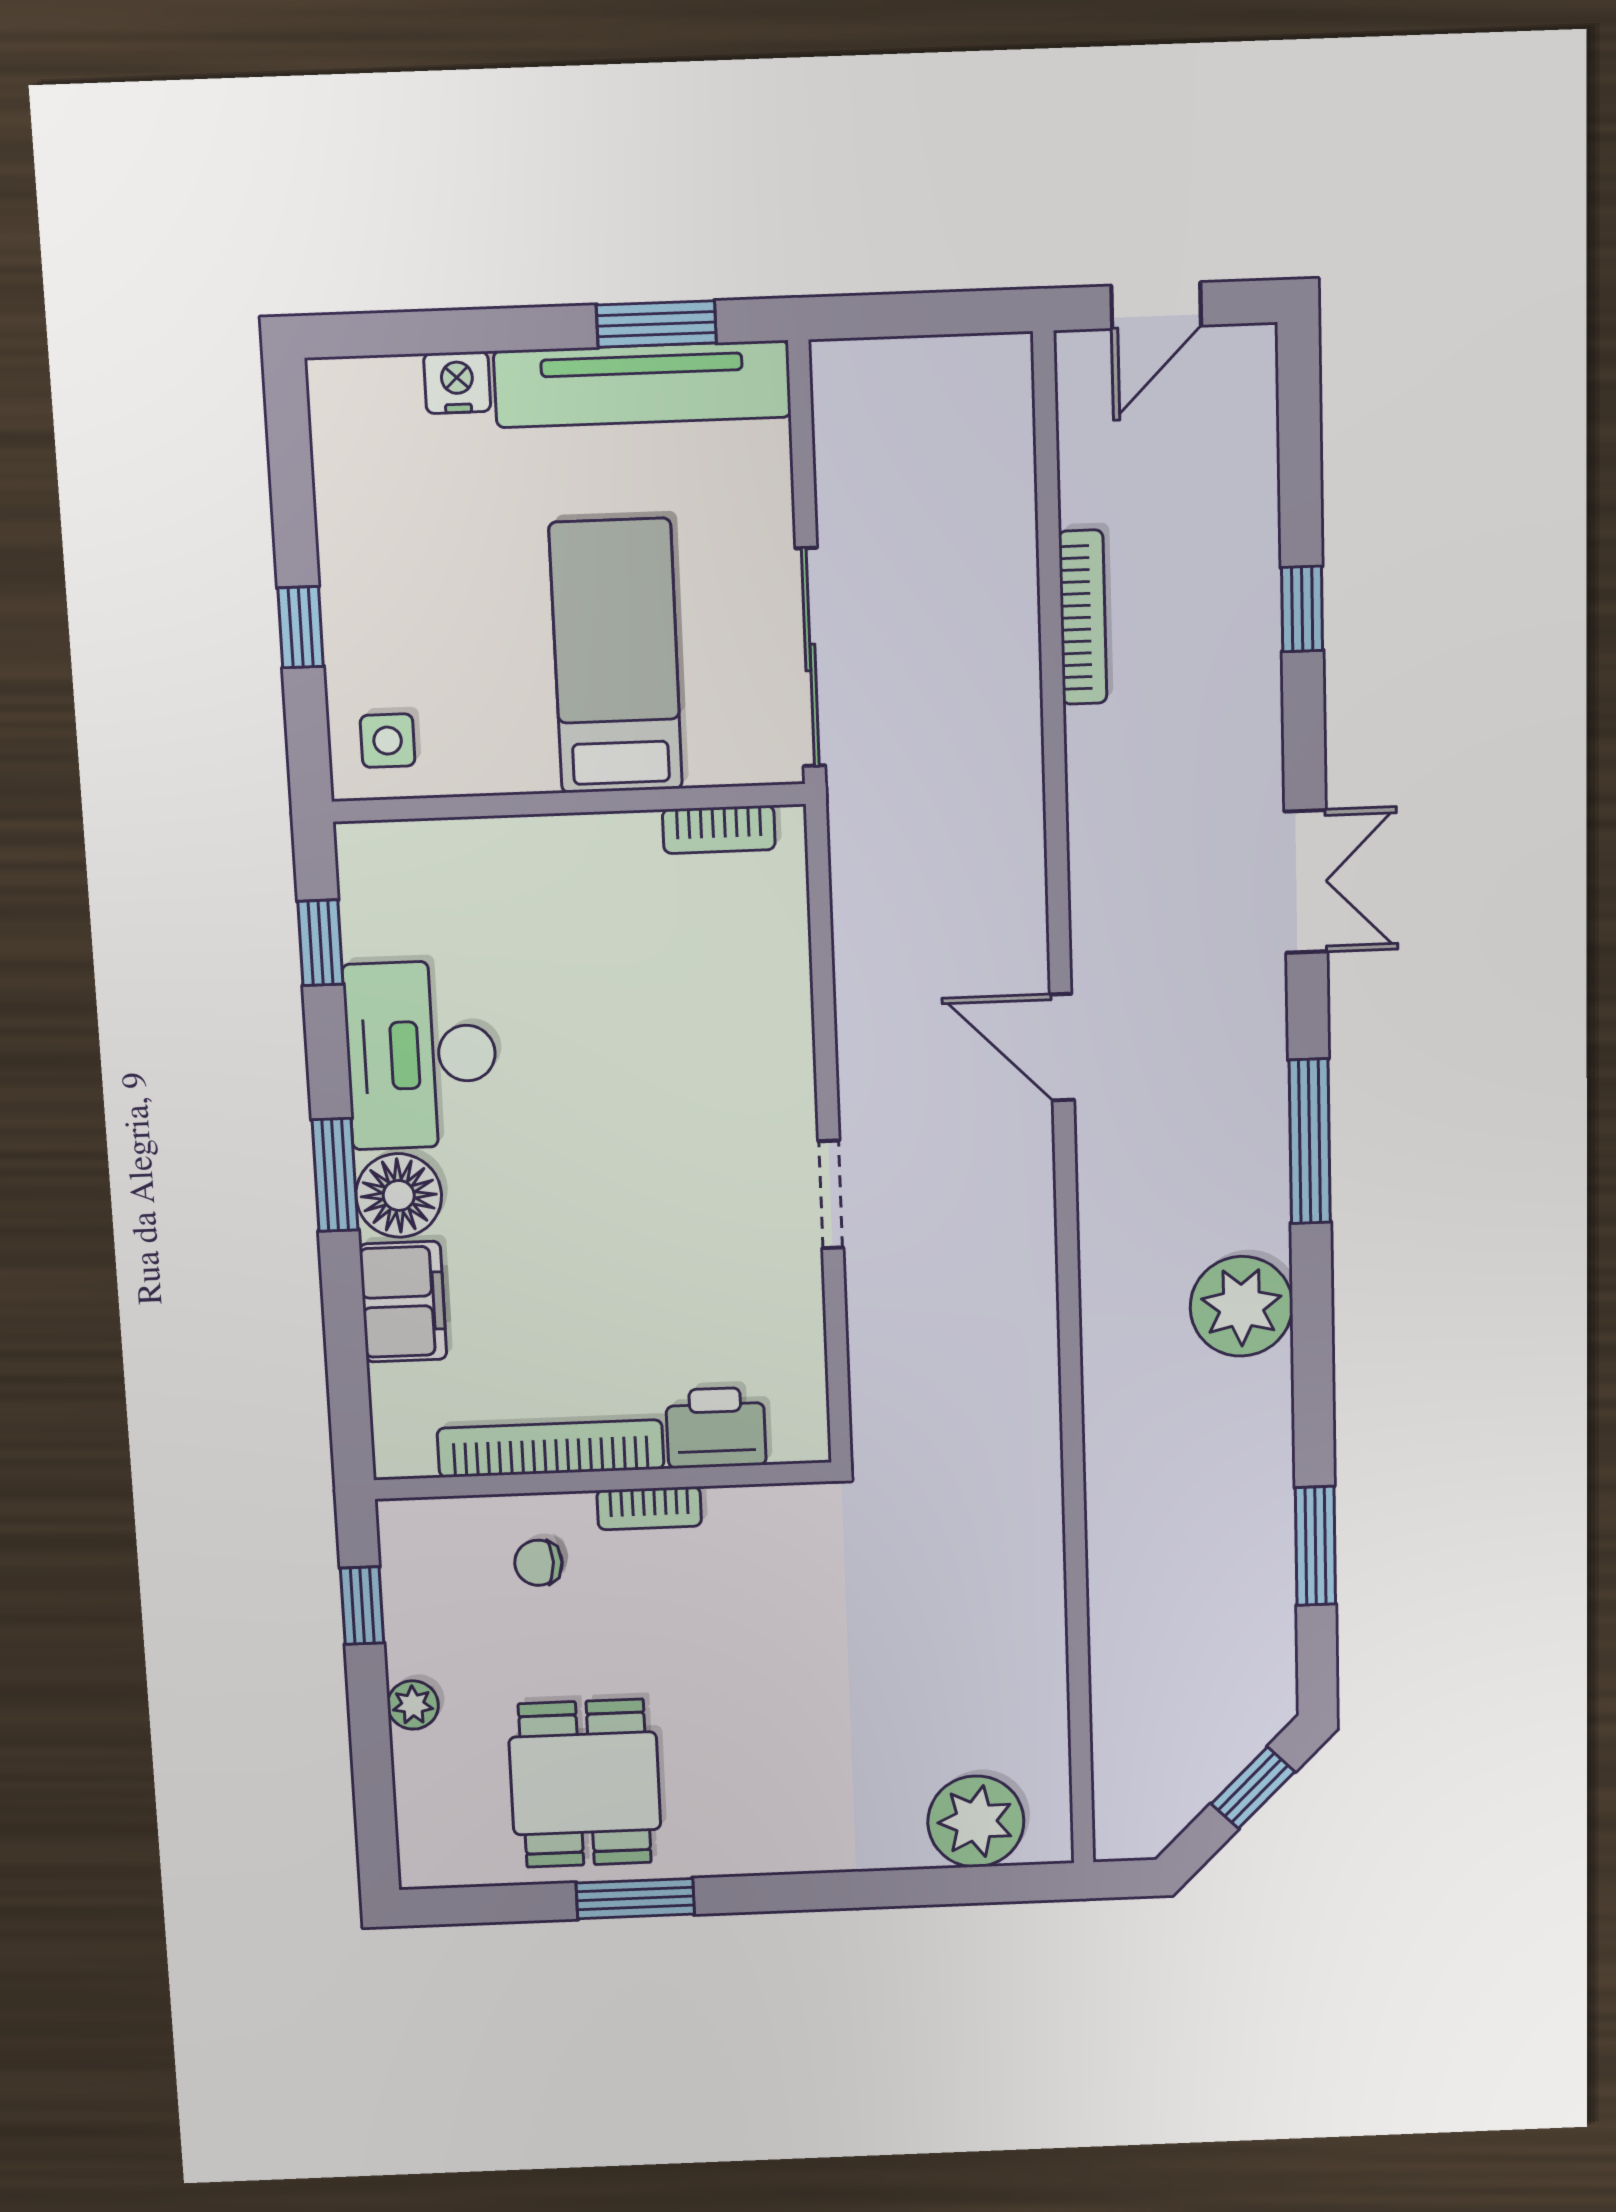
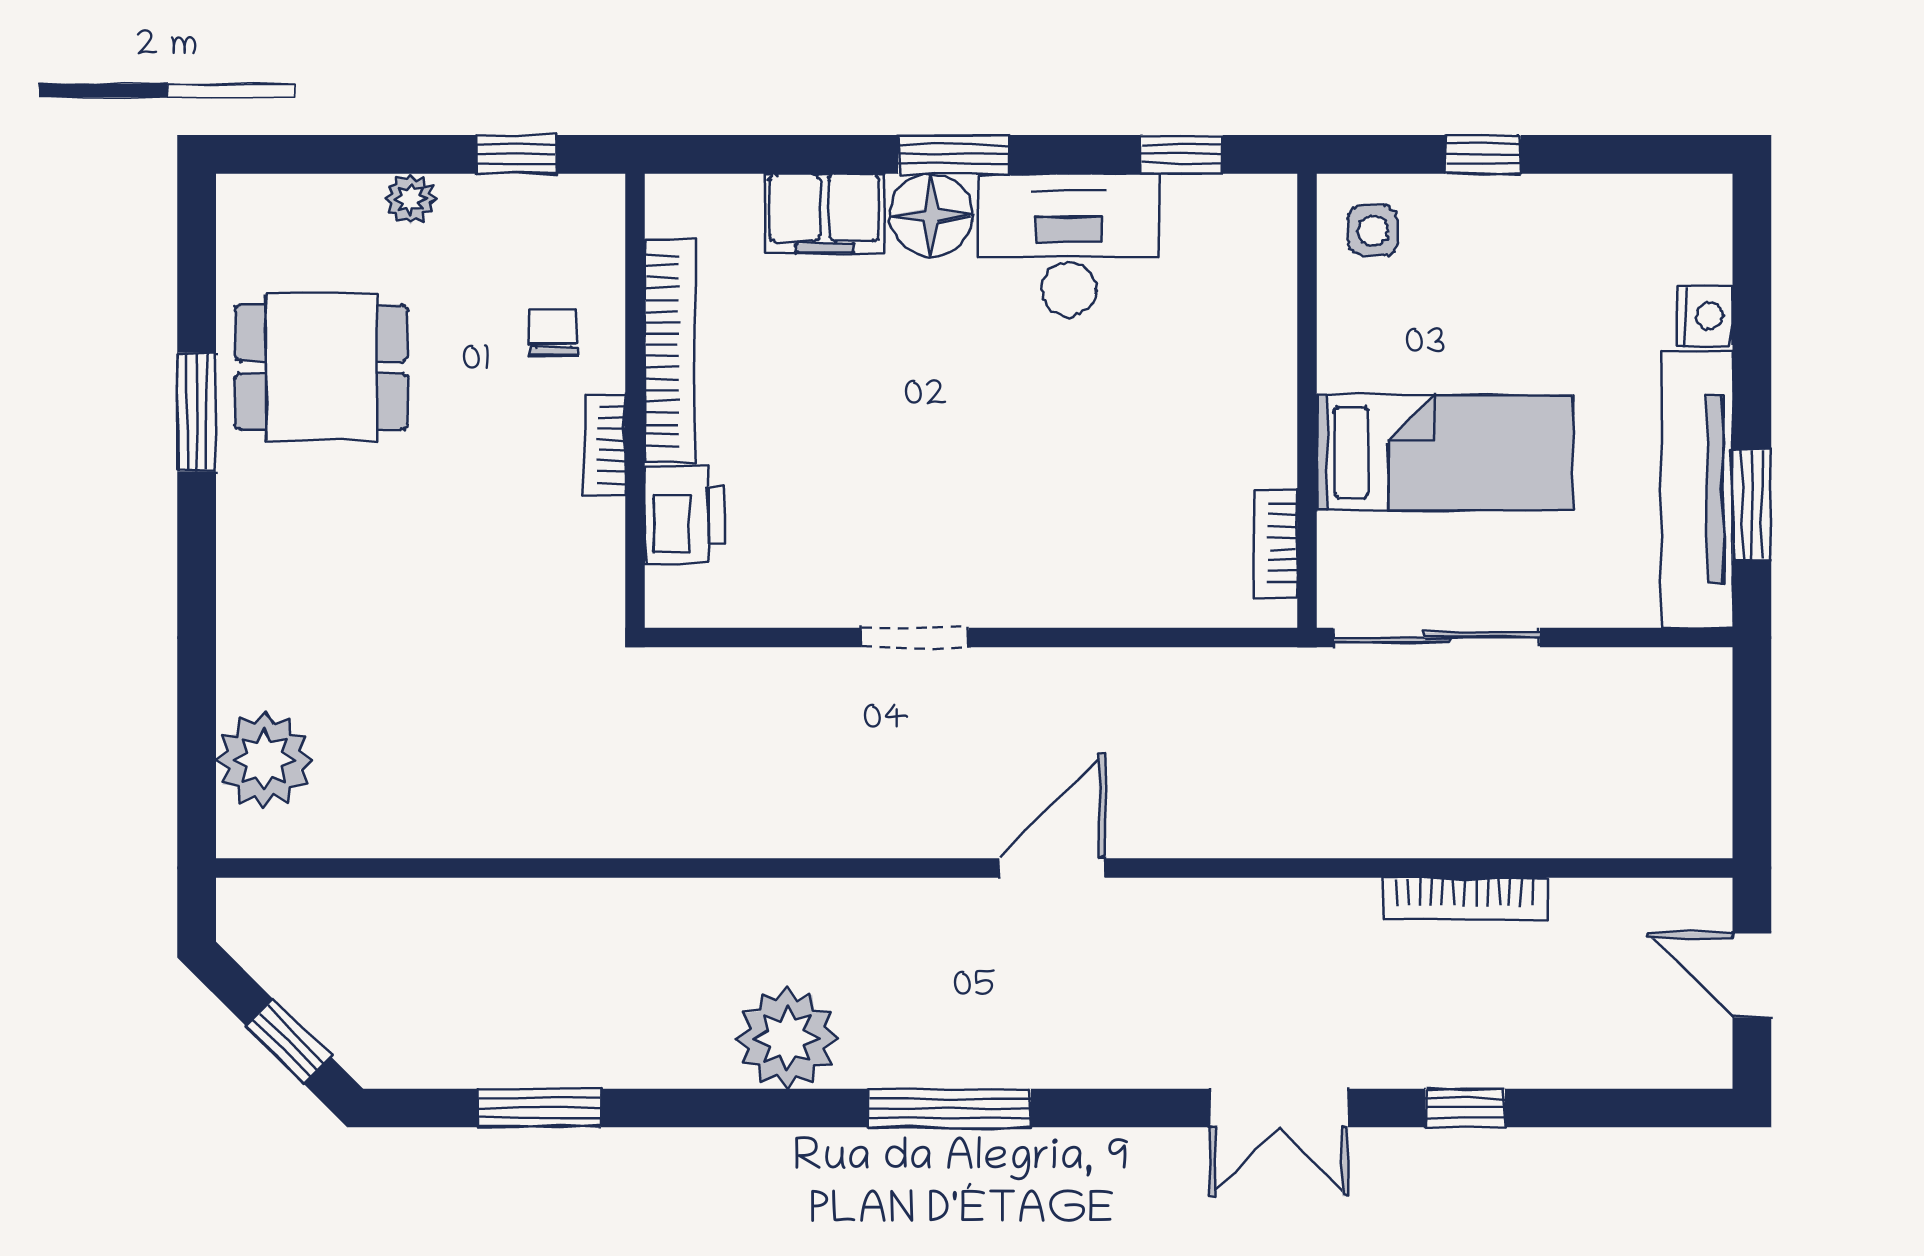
double door: (1306, 882) -> (1279, 1108), moved

